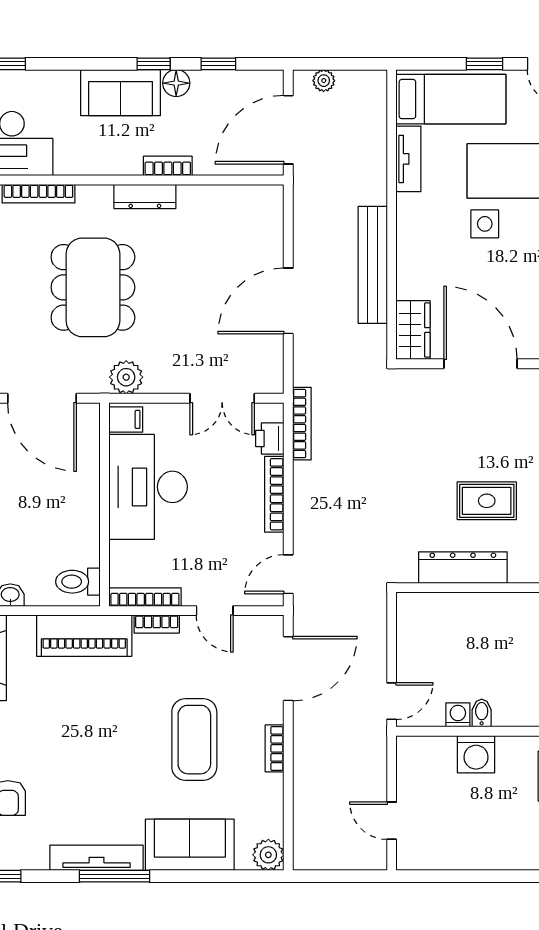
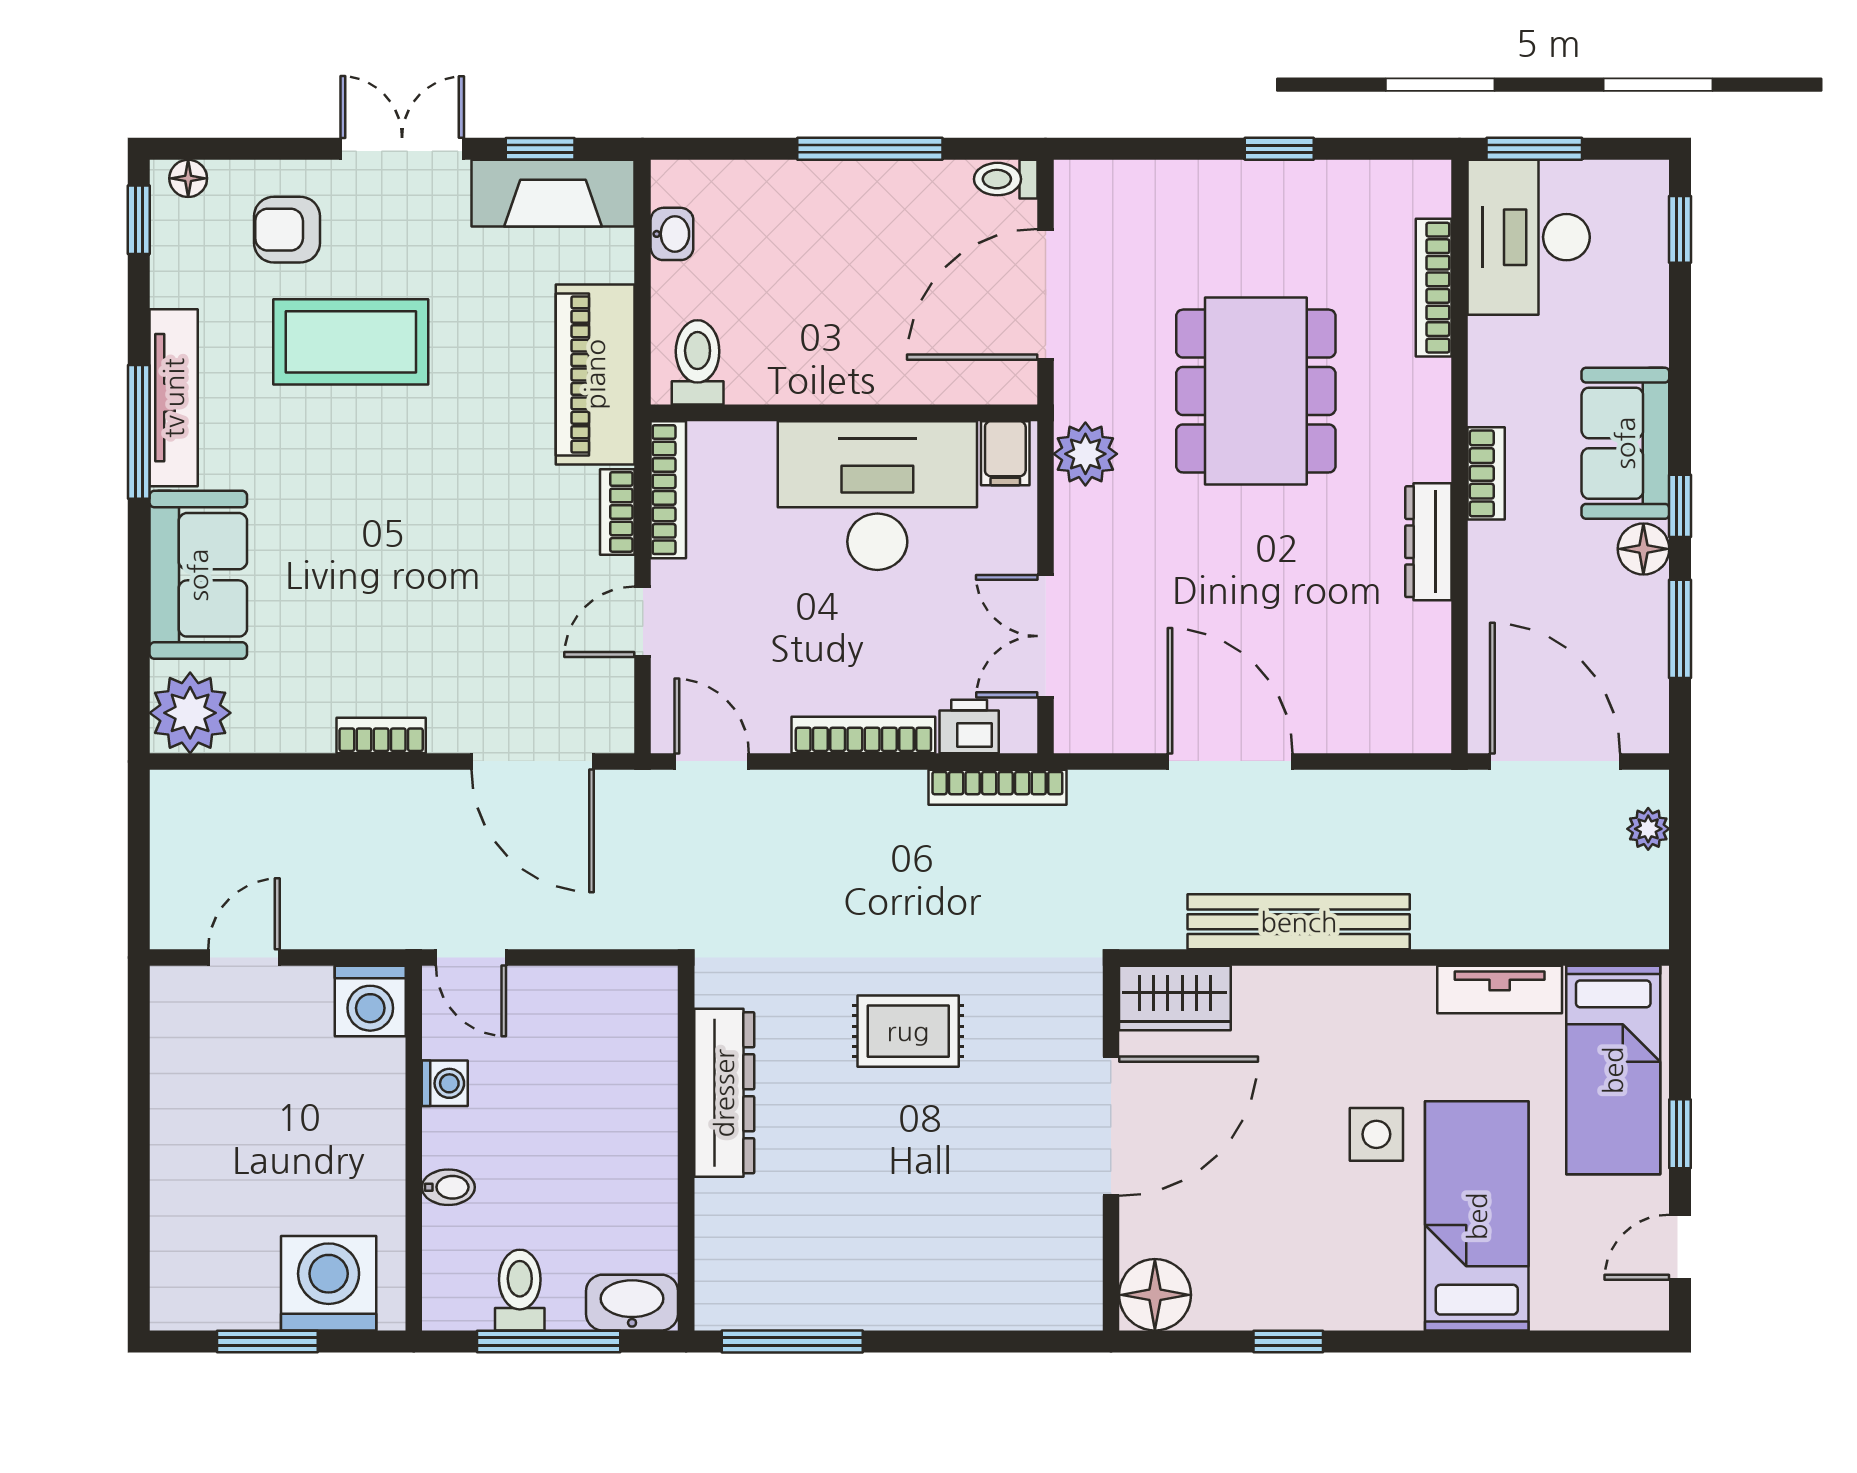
window: (218, 64) -> (1680, 629), width x1.50
bookcase: (168, 166) -> (1486, 473), moved
dresser: (145, 196) -> (1428, 542), moved
dining table: (93, 287) -> (1256, 391), turned 90
rug: (487, 501) -> (908, 1031), moved, turned 90
bidet: (482, 713) -> (448, 1187), moved
coffee table: (194, 740) -> (351, 342), moved
washing machine: (476, 754) -> (370, 1001), moved, turned -90
plant: (268, 855) -> (190, 713), width x1.36, depth x1.36

